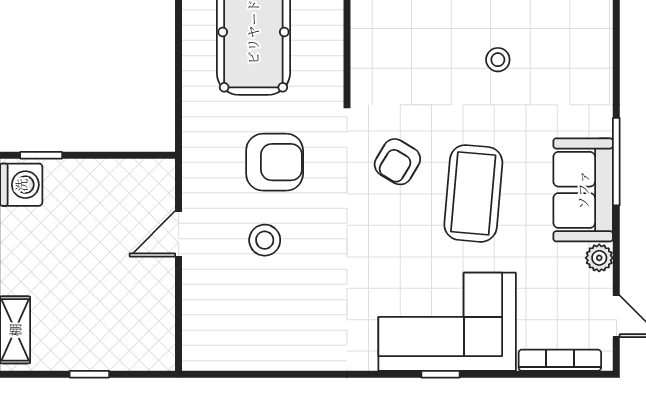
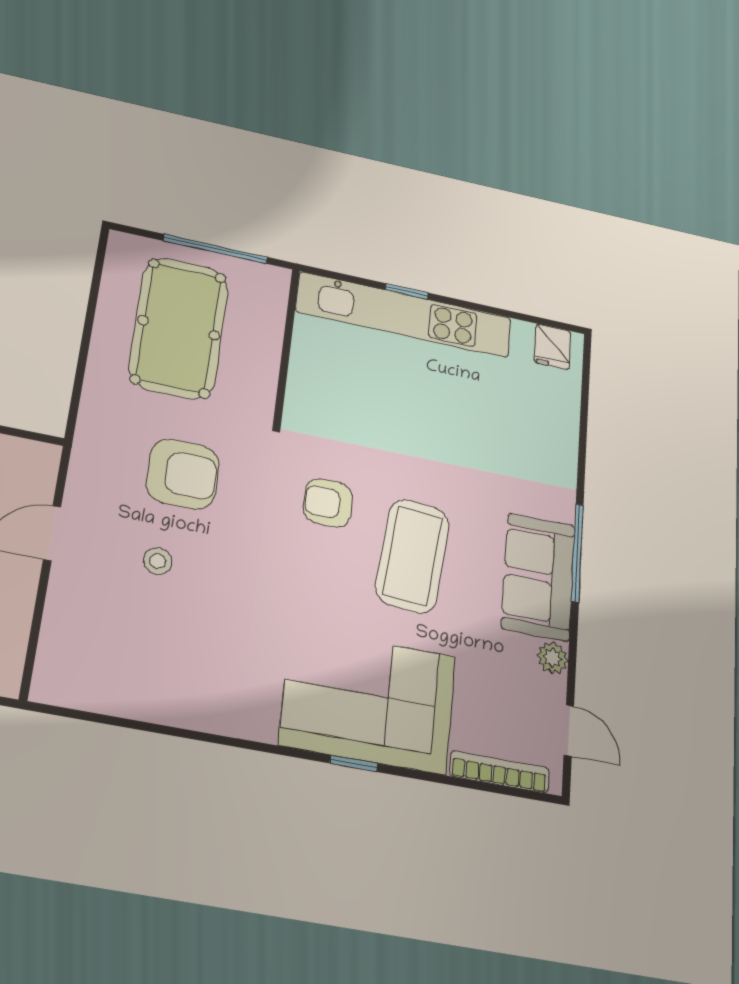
stool: (498, 60) -> (453, 416), removed
armchair: (397, 162) -> (328, 503), turned 59
stool: (265, 240) -> (158, 561), width x0.73, depth x0.73

